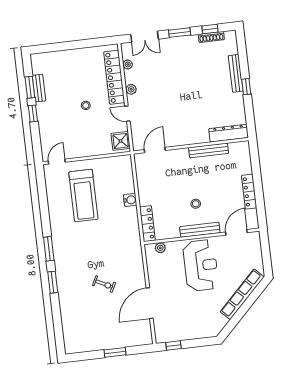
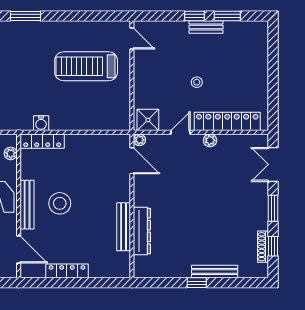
plant: (128, 64) -> (139, 140), moved
bench: (39, 88) -> (206, 27), moved
dresser: (229, 133) -> (142, 231), moved
water cooler: (130, 200) -> (41, 123), moved
stool: (196, 204) -> (60, 203), width x1.89, depth x1.89

